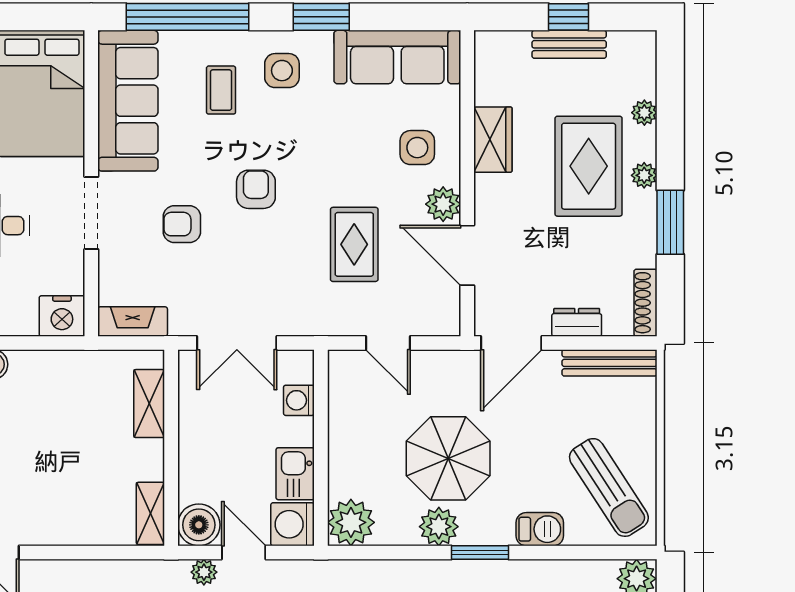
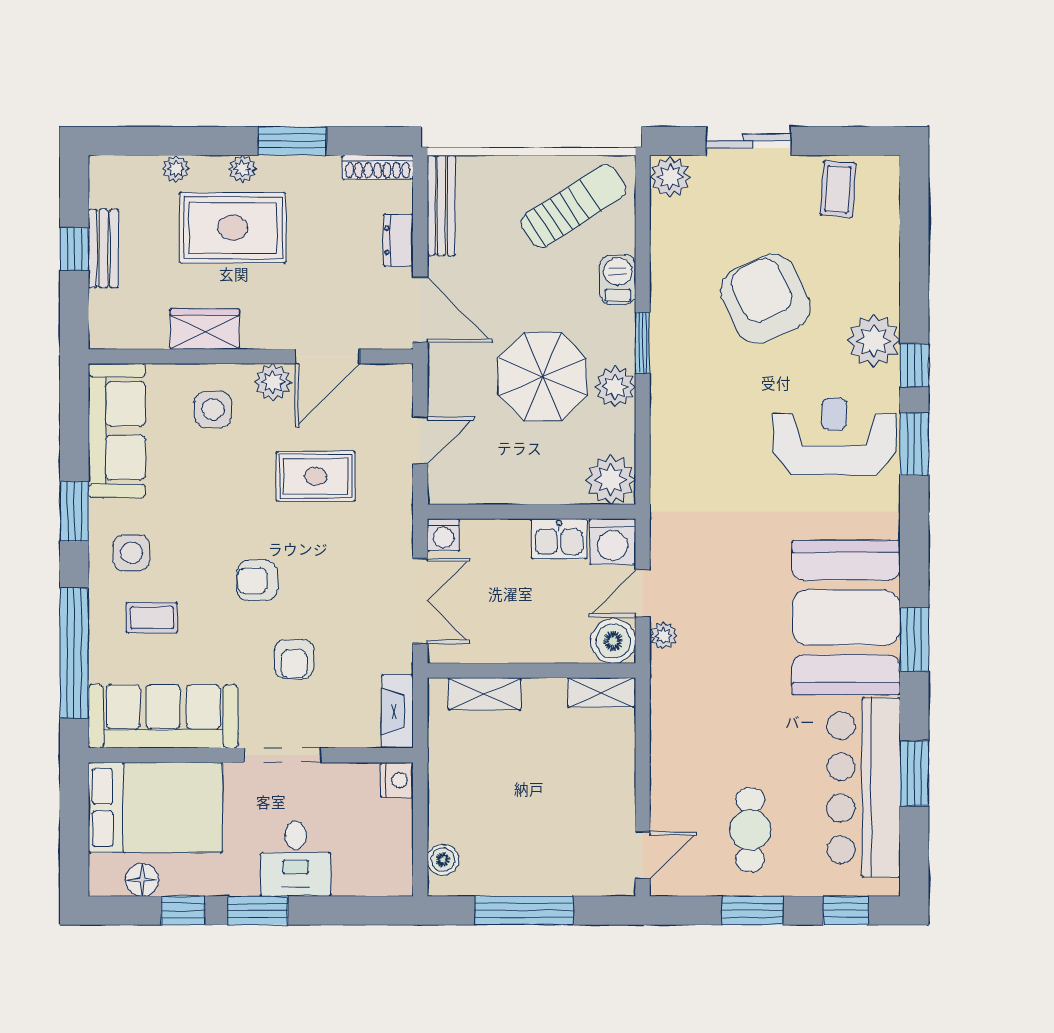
nightstand: (62, 316) -> (397, 780), width x0.74, depth x0.75
washing machine: (299, 400) -> (443, 535), moved

